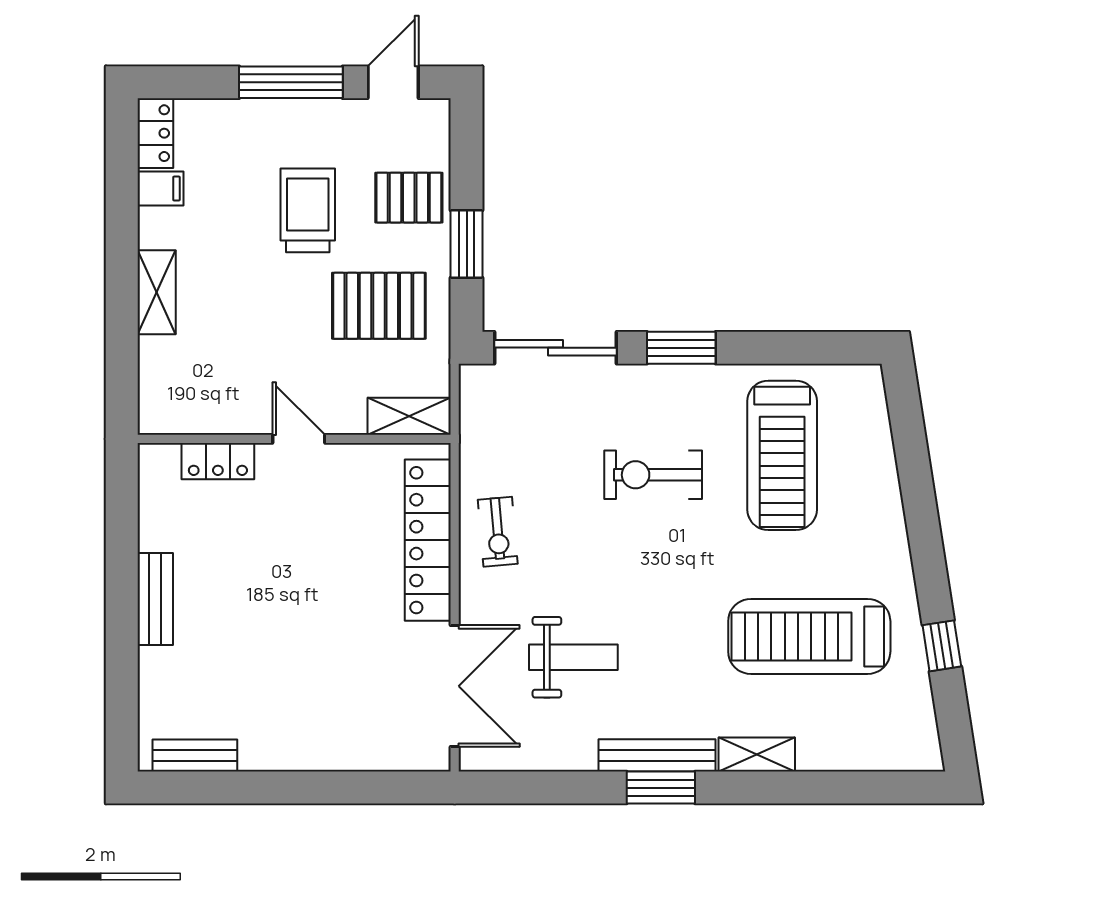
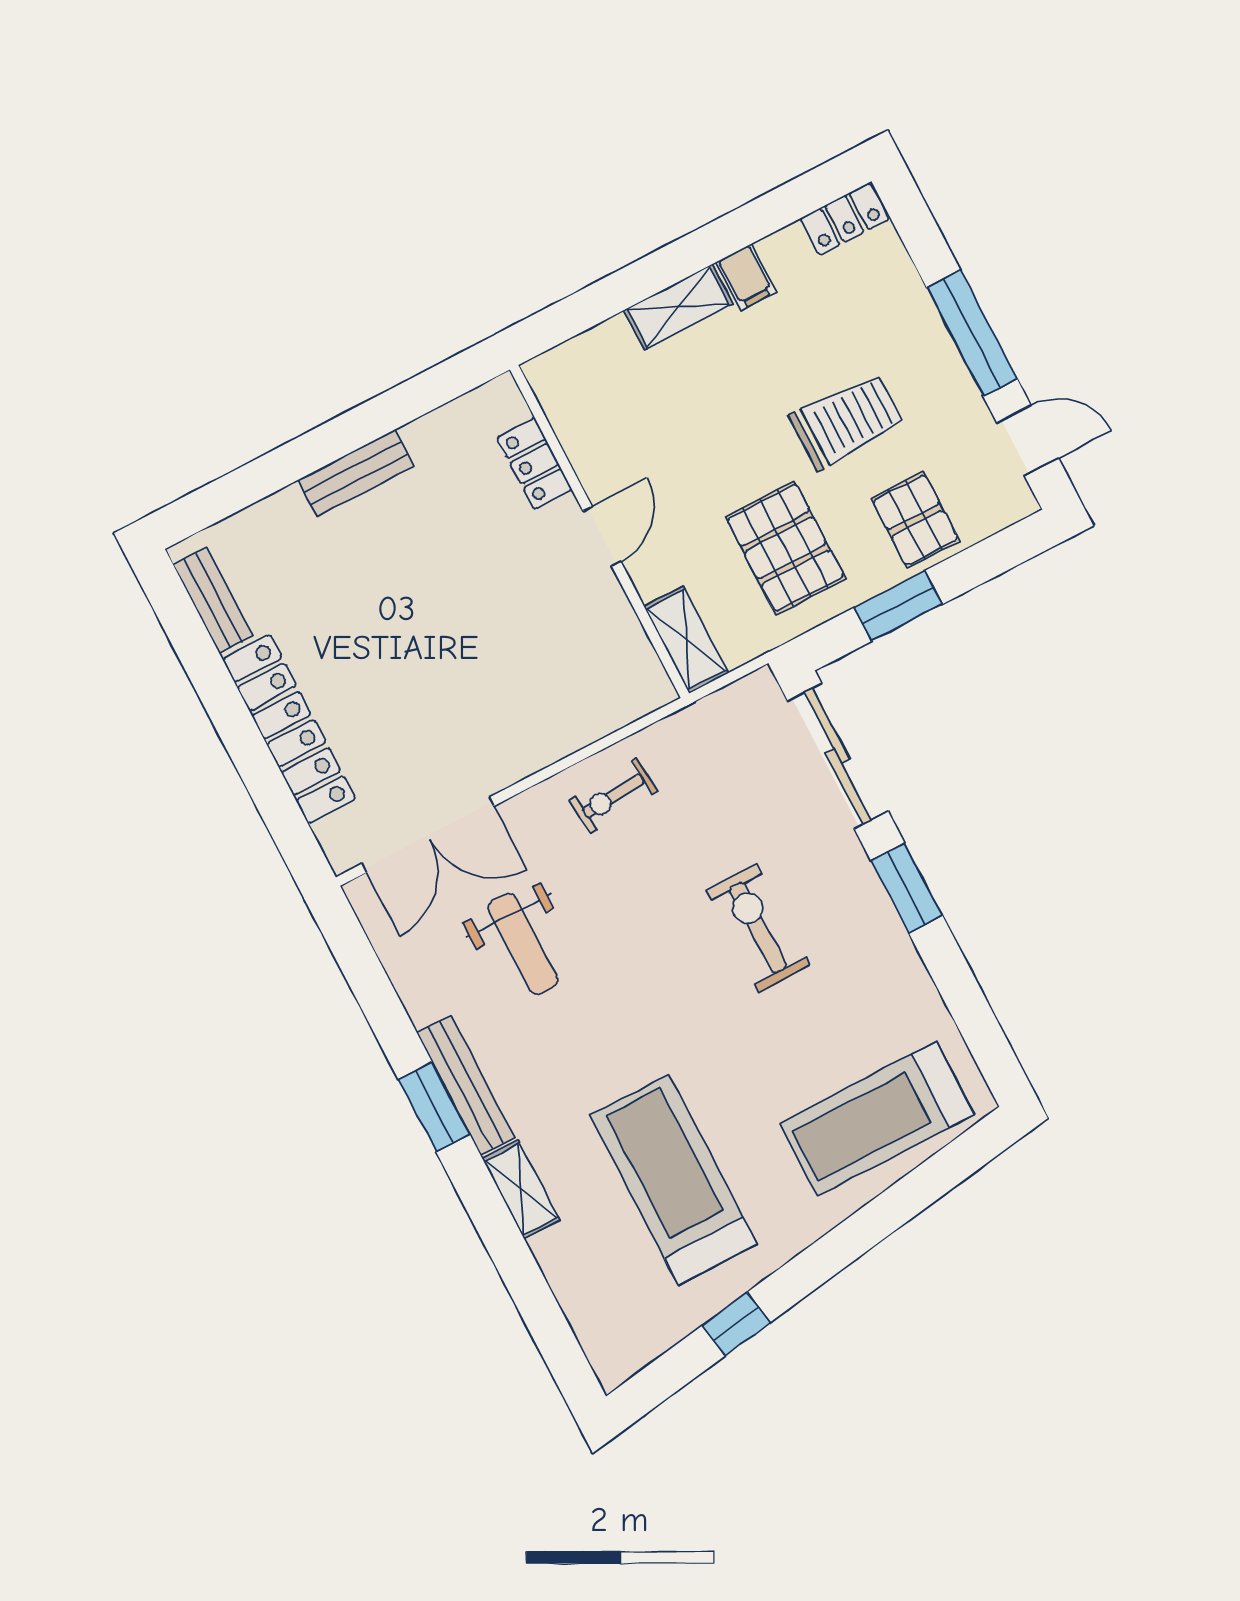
filing cabinet: (161, 189) -> (746, 277), moved
treadmill: (782, 455) -> (877, 1119), moved
locker: (428, 540) -> (289, 729), moved, turned 90

